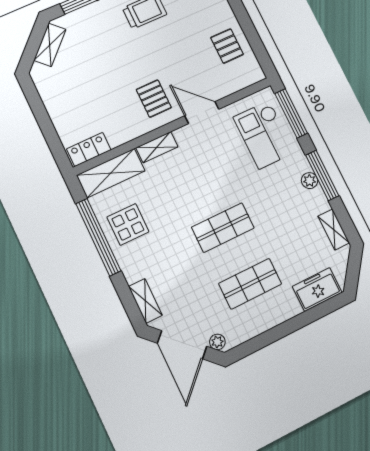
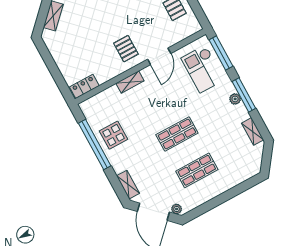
door: (202, 113) -> (159, 56), swing flipped
shelving: (111, 173) -> (100, 101), removed
freezer: (317, 289) -> (242, 172), removed

